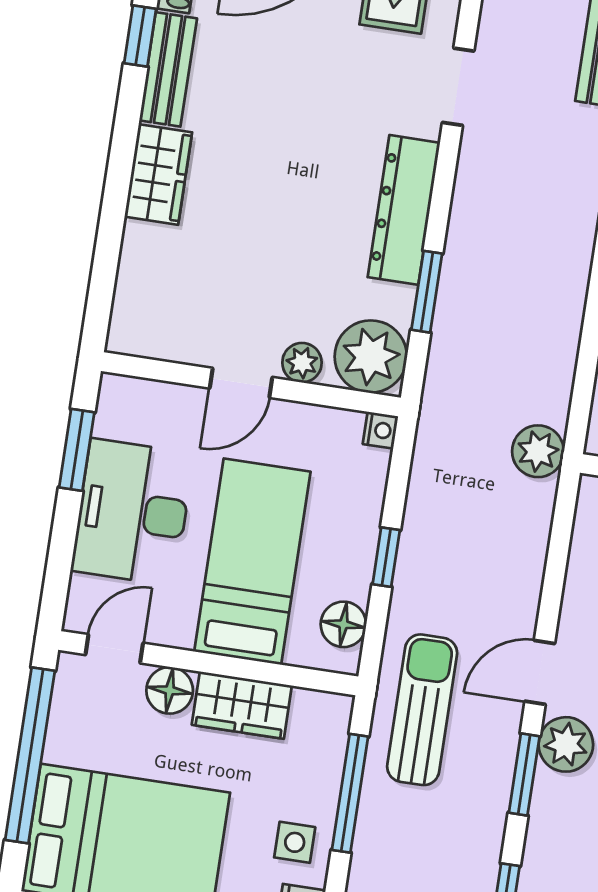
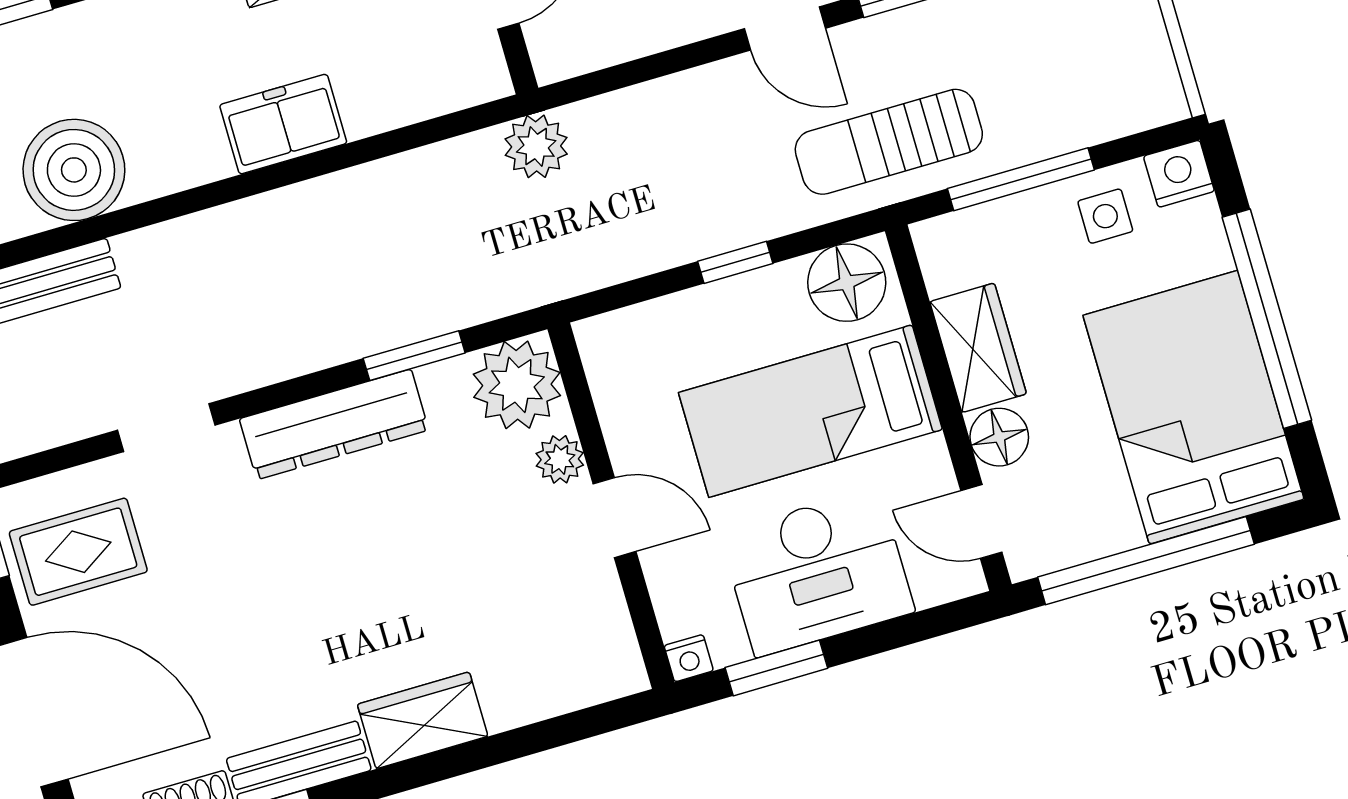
nightstand: (380, 430) -> (689, 658), moved, turned 180
floor lamp: (343, 624) -> (847, 283), width x1.38, depth x1.38

